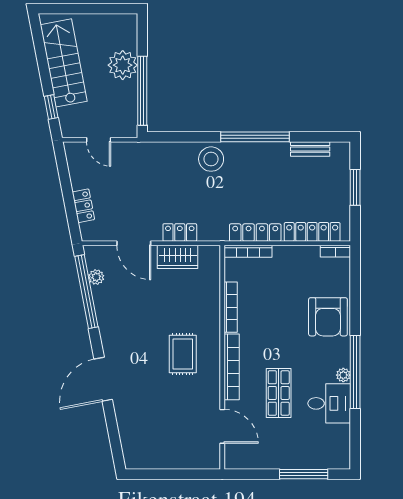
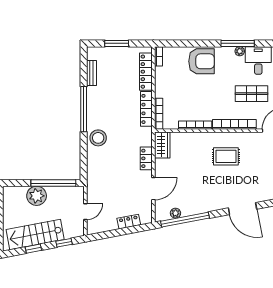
window: (42, 60) -> (33, 249), added
wardrobe: (178, 257) -> (162, 145), moved
window: (355, 372) -> (238, 43), width x0.68

